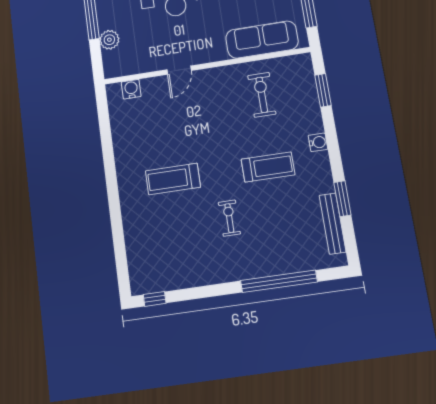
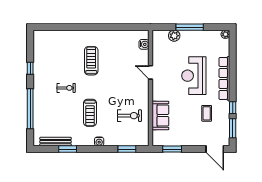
sofa: (262, 40) -> (160, 115), width x0.73
window: (155, 299) -> (30, 68), moved

